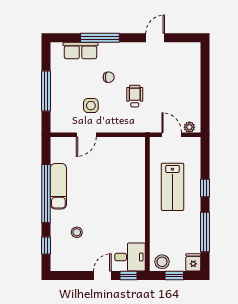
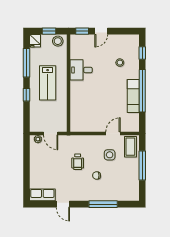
door: (155, 38) -> (63, 204), hinge flipped
row of seats: (81, 51) -> (42, 195), moved
coffee table: (62, 117) -> (130, 147), added
lab bench: (172, 187) -> (48, 83), moved, turned 180
desk: (130, 257) -> (81, 70), moved

